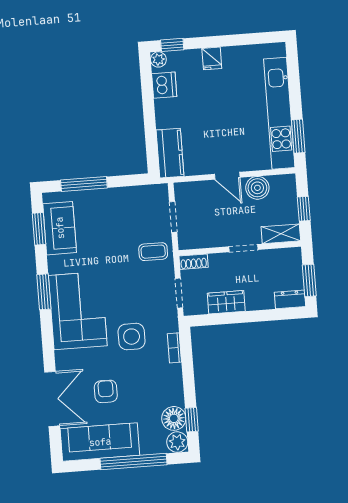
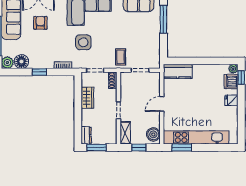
dishwasher: (164, 85) -> (231, 82), moved, turned 90
boiler: (257, 188) -> (153, 134), moved
side table: (132, 337) -> (83, 42), moved
armchair: (106, 391) -> (40, 23), turned -90
window: (192, 420) -> (39, 72), moved

